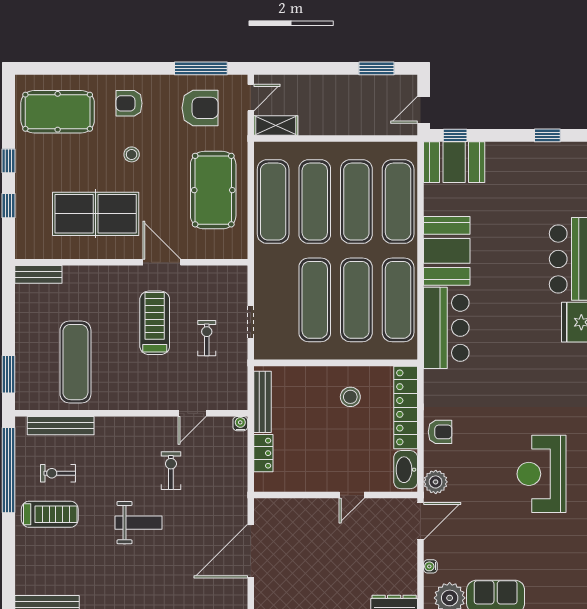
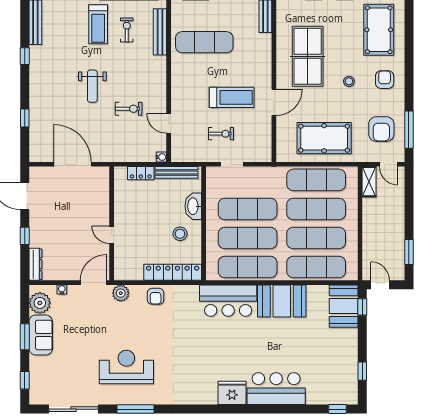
washbasin: (406, 470) -> (193, 206), moved, turned -90
door: (420, 521) -> (93, 283), swing flipped

